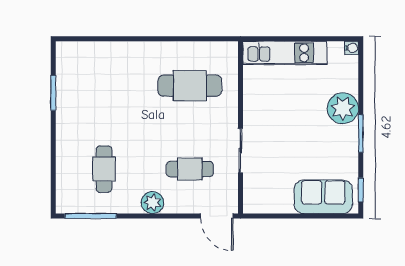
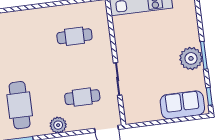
cafe table: (190, 86) -> (74, 36), width x0.73, depth x0.74
plant: (343, 108) -> (191, 58), moved
cafe table: (104, 169) -> (20, 105), width x1.37, depth x1.35

